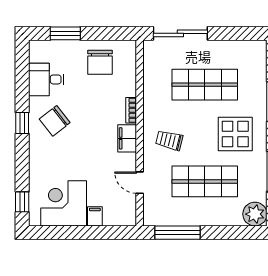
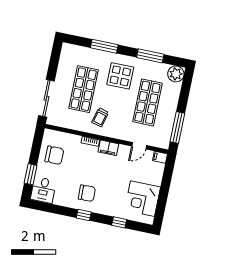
desk: (46, 79) -> (43, 190), moved
chair: (55, 121) -> (87, 193), turned -54
trolley: (169, 140) -> (100, 117), moved
window: (22, 202) -> (119, 222), moved
filing cabinet: (95, 216) -> (160, 157), moved

